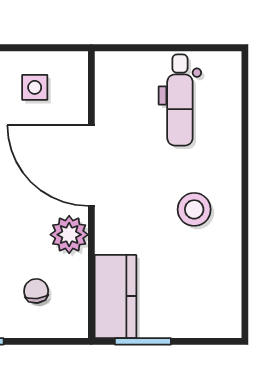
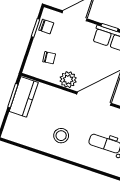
kitchen counter: (115, 296) -> (24, 97), moved, turned -90

